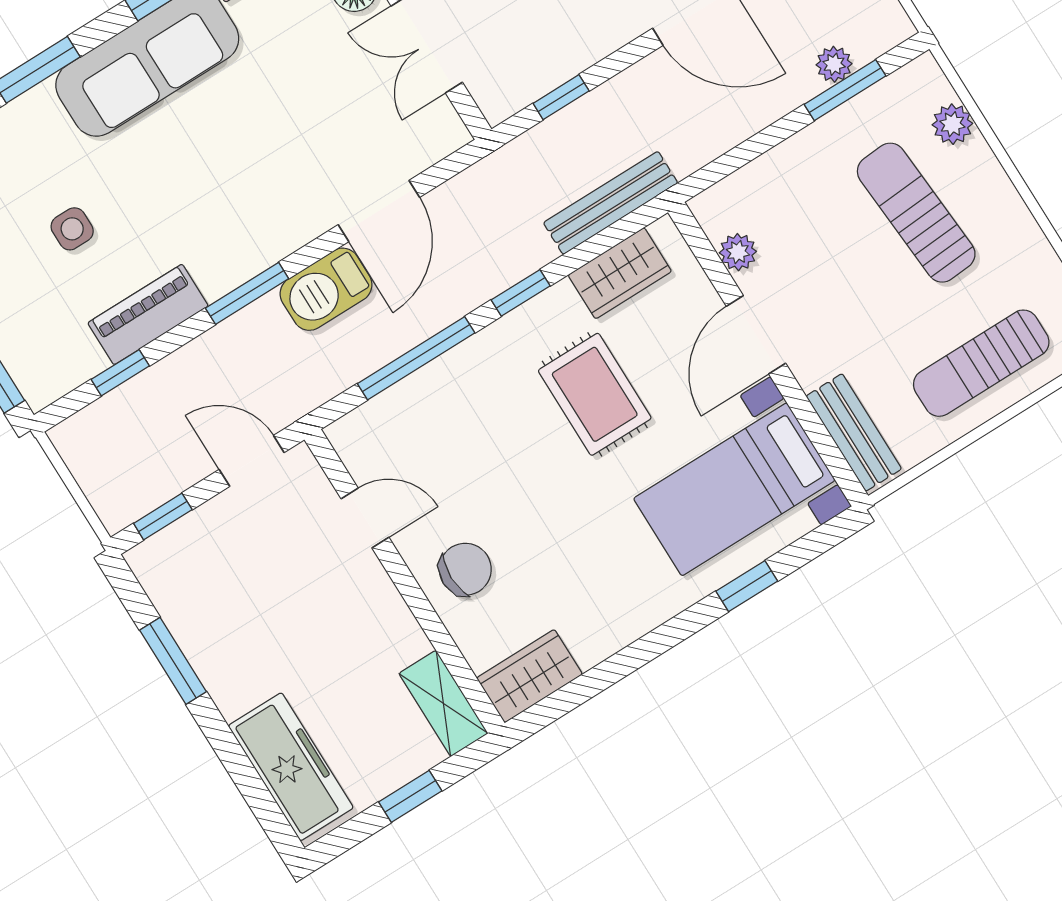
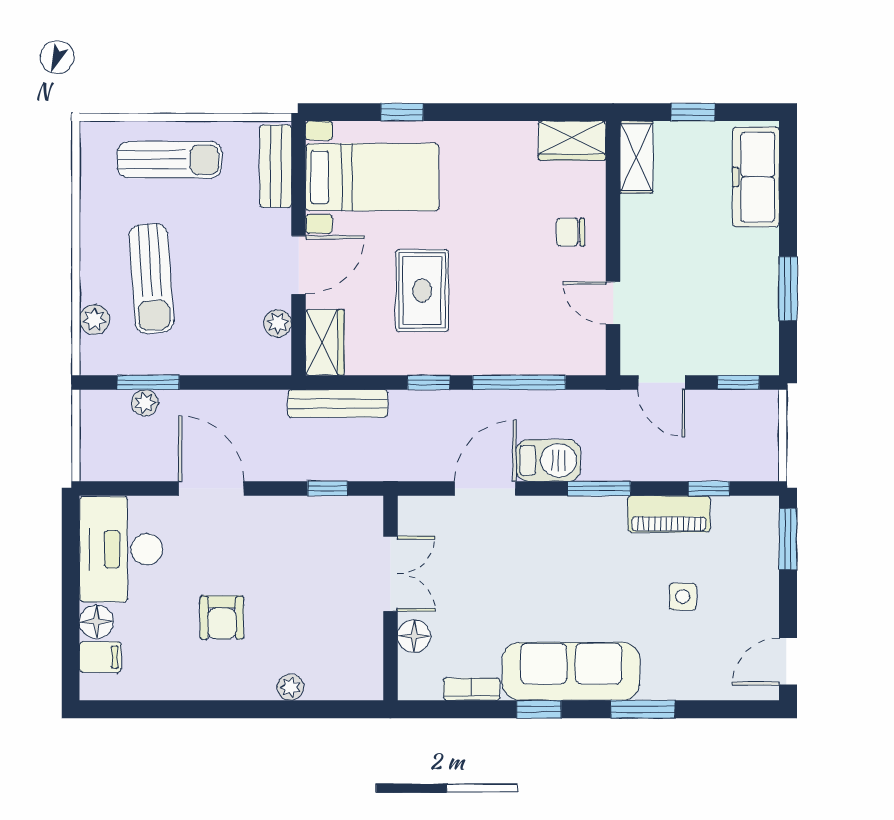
wardrobe: (620, 273) -> (325, 342), moved, turned 90
chair: (465, 569) -> (571, 232), width x0.73, depth x0.73

